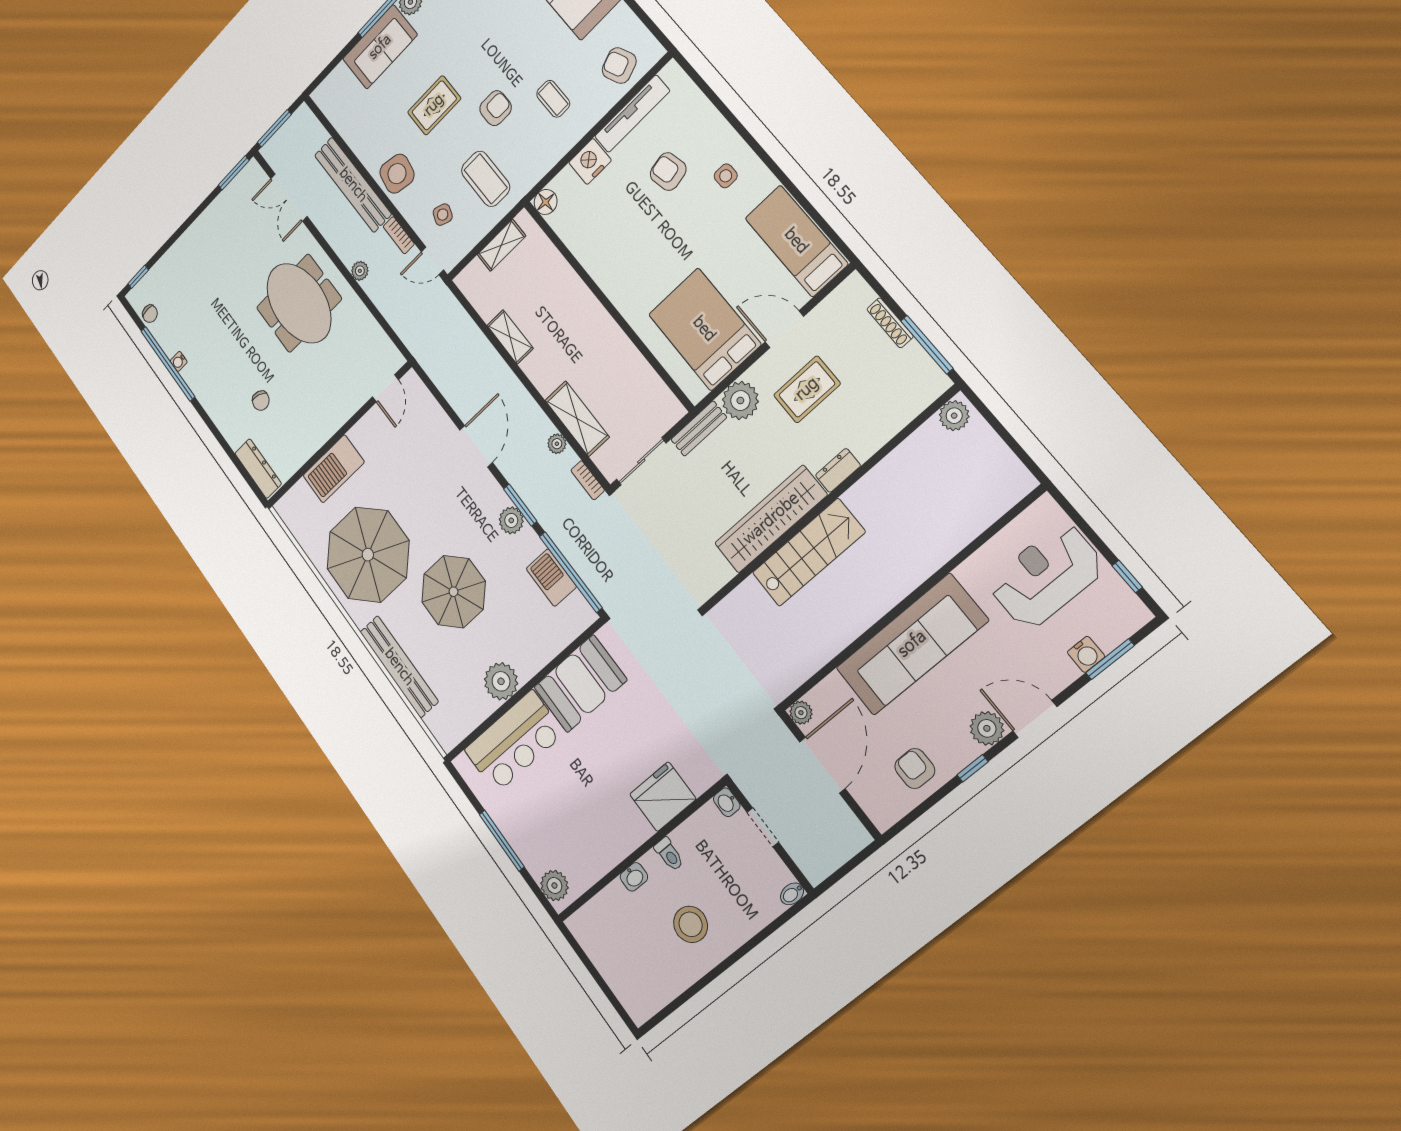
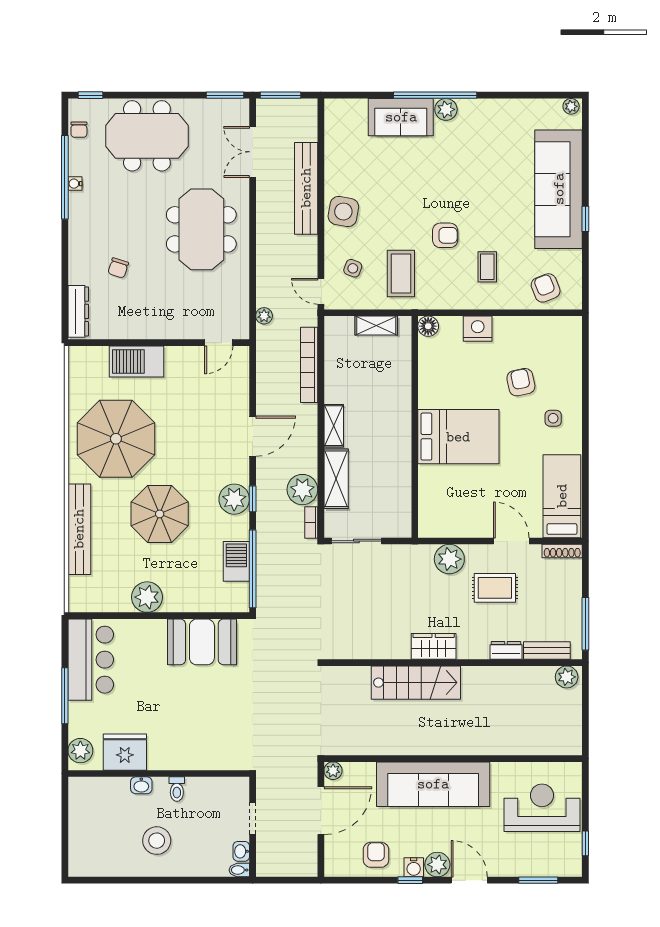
rug: (434, 105) -> (406, 193), removed
tv unit: (632, 114) -> (529, 325), removed
bookcase: (399, 235) -> (309, 365), moved, width x2.31, depth x1.31
meeting table: (202, 267) -> (147, 136), added
plant: (360, 271) -> (264, 316), moved
shoe rack: (890, 323) -> (562, 551), moved, turned -90
bed: (704, 329) -> (458, 437), moved, turned 90
shelving: (510, 337) -> (334, 426), moved
bench: (699, 428) -> (547, 651), moved
plant: (557, 444) -> (302, 490), width x1.87, depth x1.87
dresser: (838, 470) -> (506, 650), moved
window: (520, 505) -> (253, 499), width x0.67
wardrobe: (771, 519) -> (434, 646), width x0.48, depth x0.85
plant: (511, 520) -> (234, 499), width x1.36, depth x1.36
water cooler: (1086, 654) -> (414, 867), moved
bar counter: (514, 742) -> (91, 660), moved, turned -90
fridge: (663, 797) -> (125, 752), moved
washbasin: (727, 802) -> (241, 851), moved

